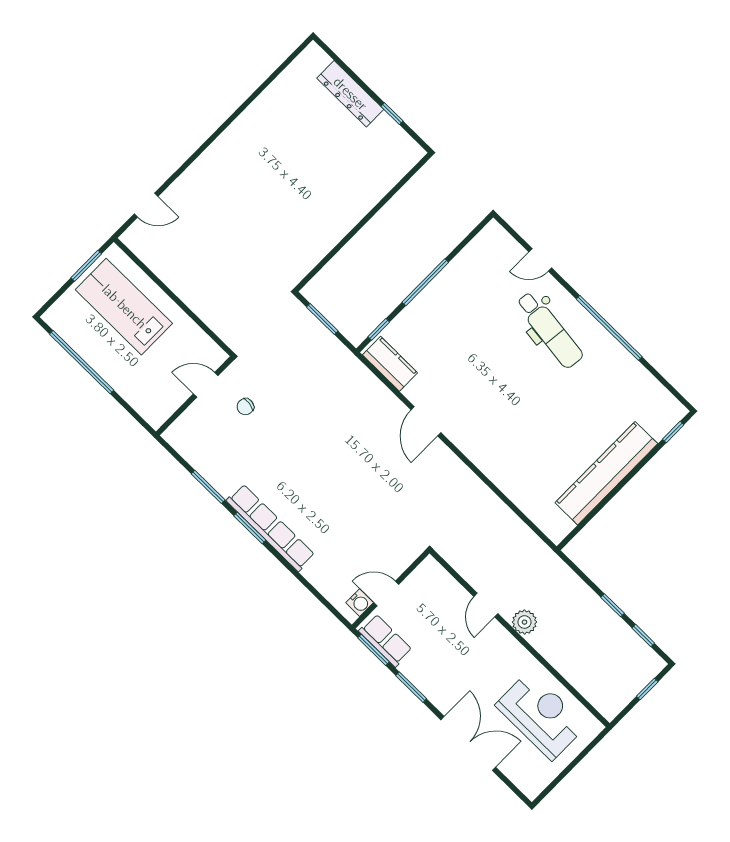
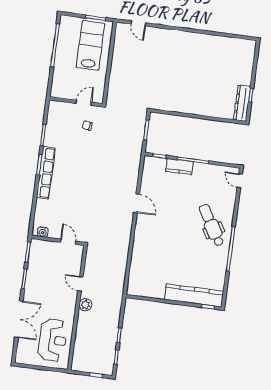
dresser: (350, 94) -> (242, 103), moved
door: (540, 260) -> (240, 181), moved
dental chair: (549, 330) -> (212, 225), turned 142
kitchen counter: (390, 364) -> (179, 167), moved, turned 90
door: (206, 385) -> (84, 103), hinge flipped
door: (426, 421) -> (137, 203), swing flipped
kitchen counter: (606, 473) -> (194, 295), moved
door: (386, 593) -> (68, 242), moved
door: (486, 605) -> (80, 284), hinge flipped
row of seats: (385, 640) -> (35, 254), removed

